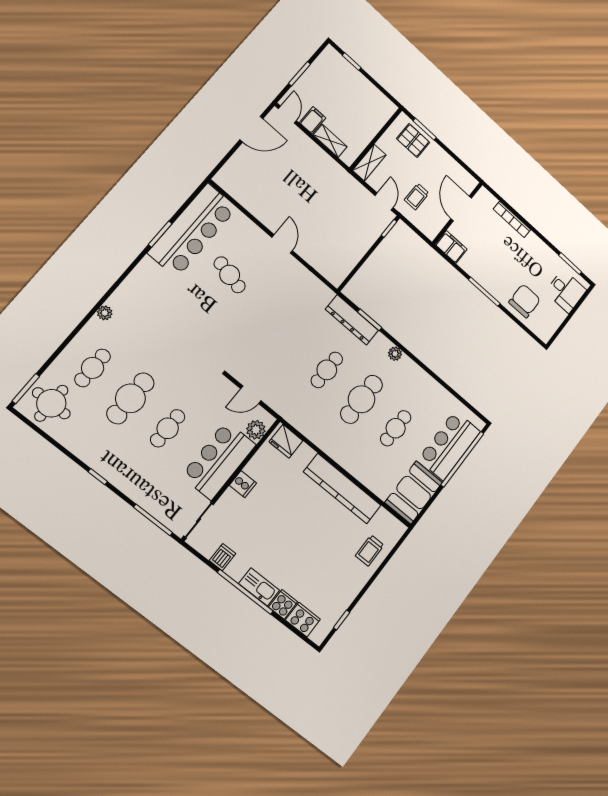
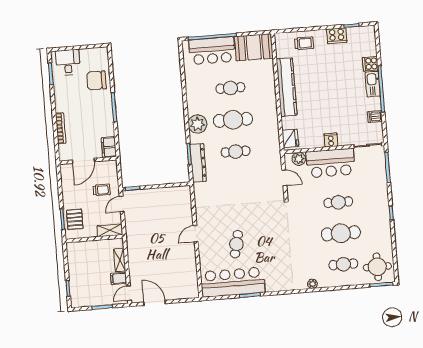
plant: (395, 354) -> (197, 124), width x1.87, depth x1.87
cooker: (303, 620) -> (337, 36), moved, turned -90

